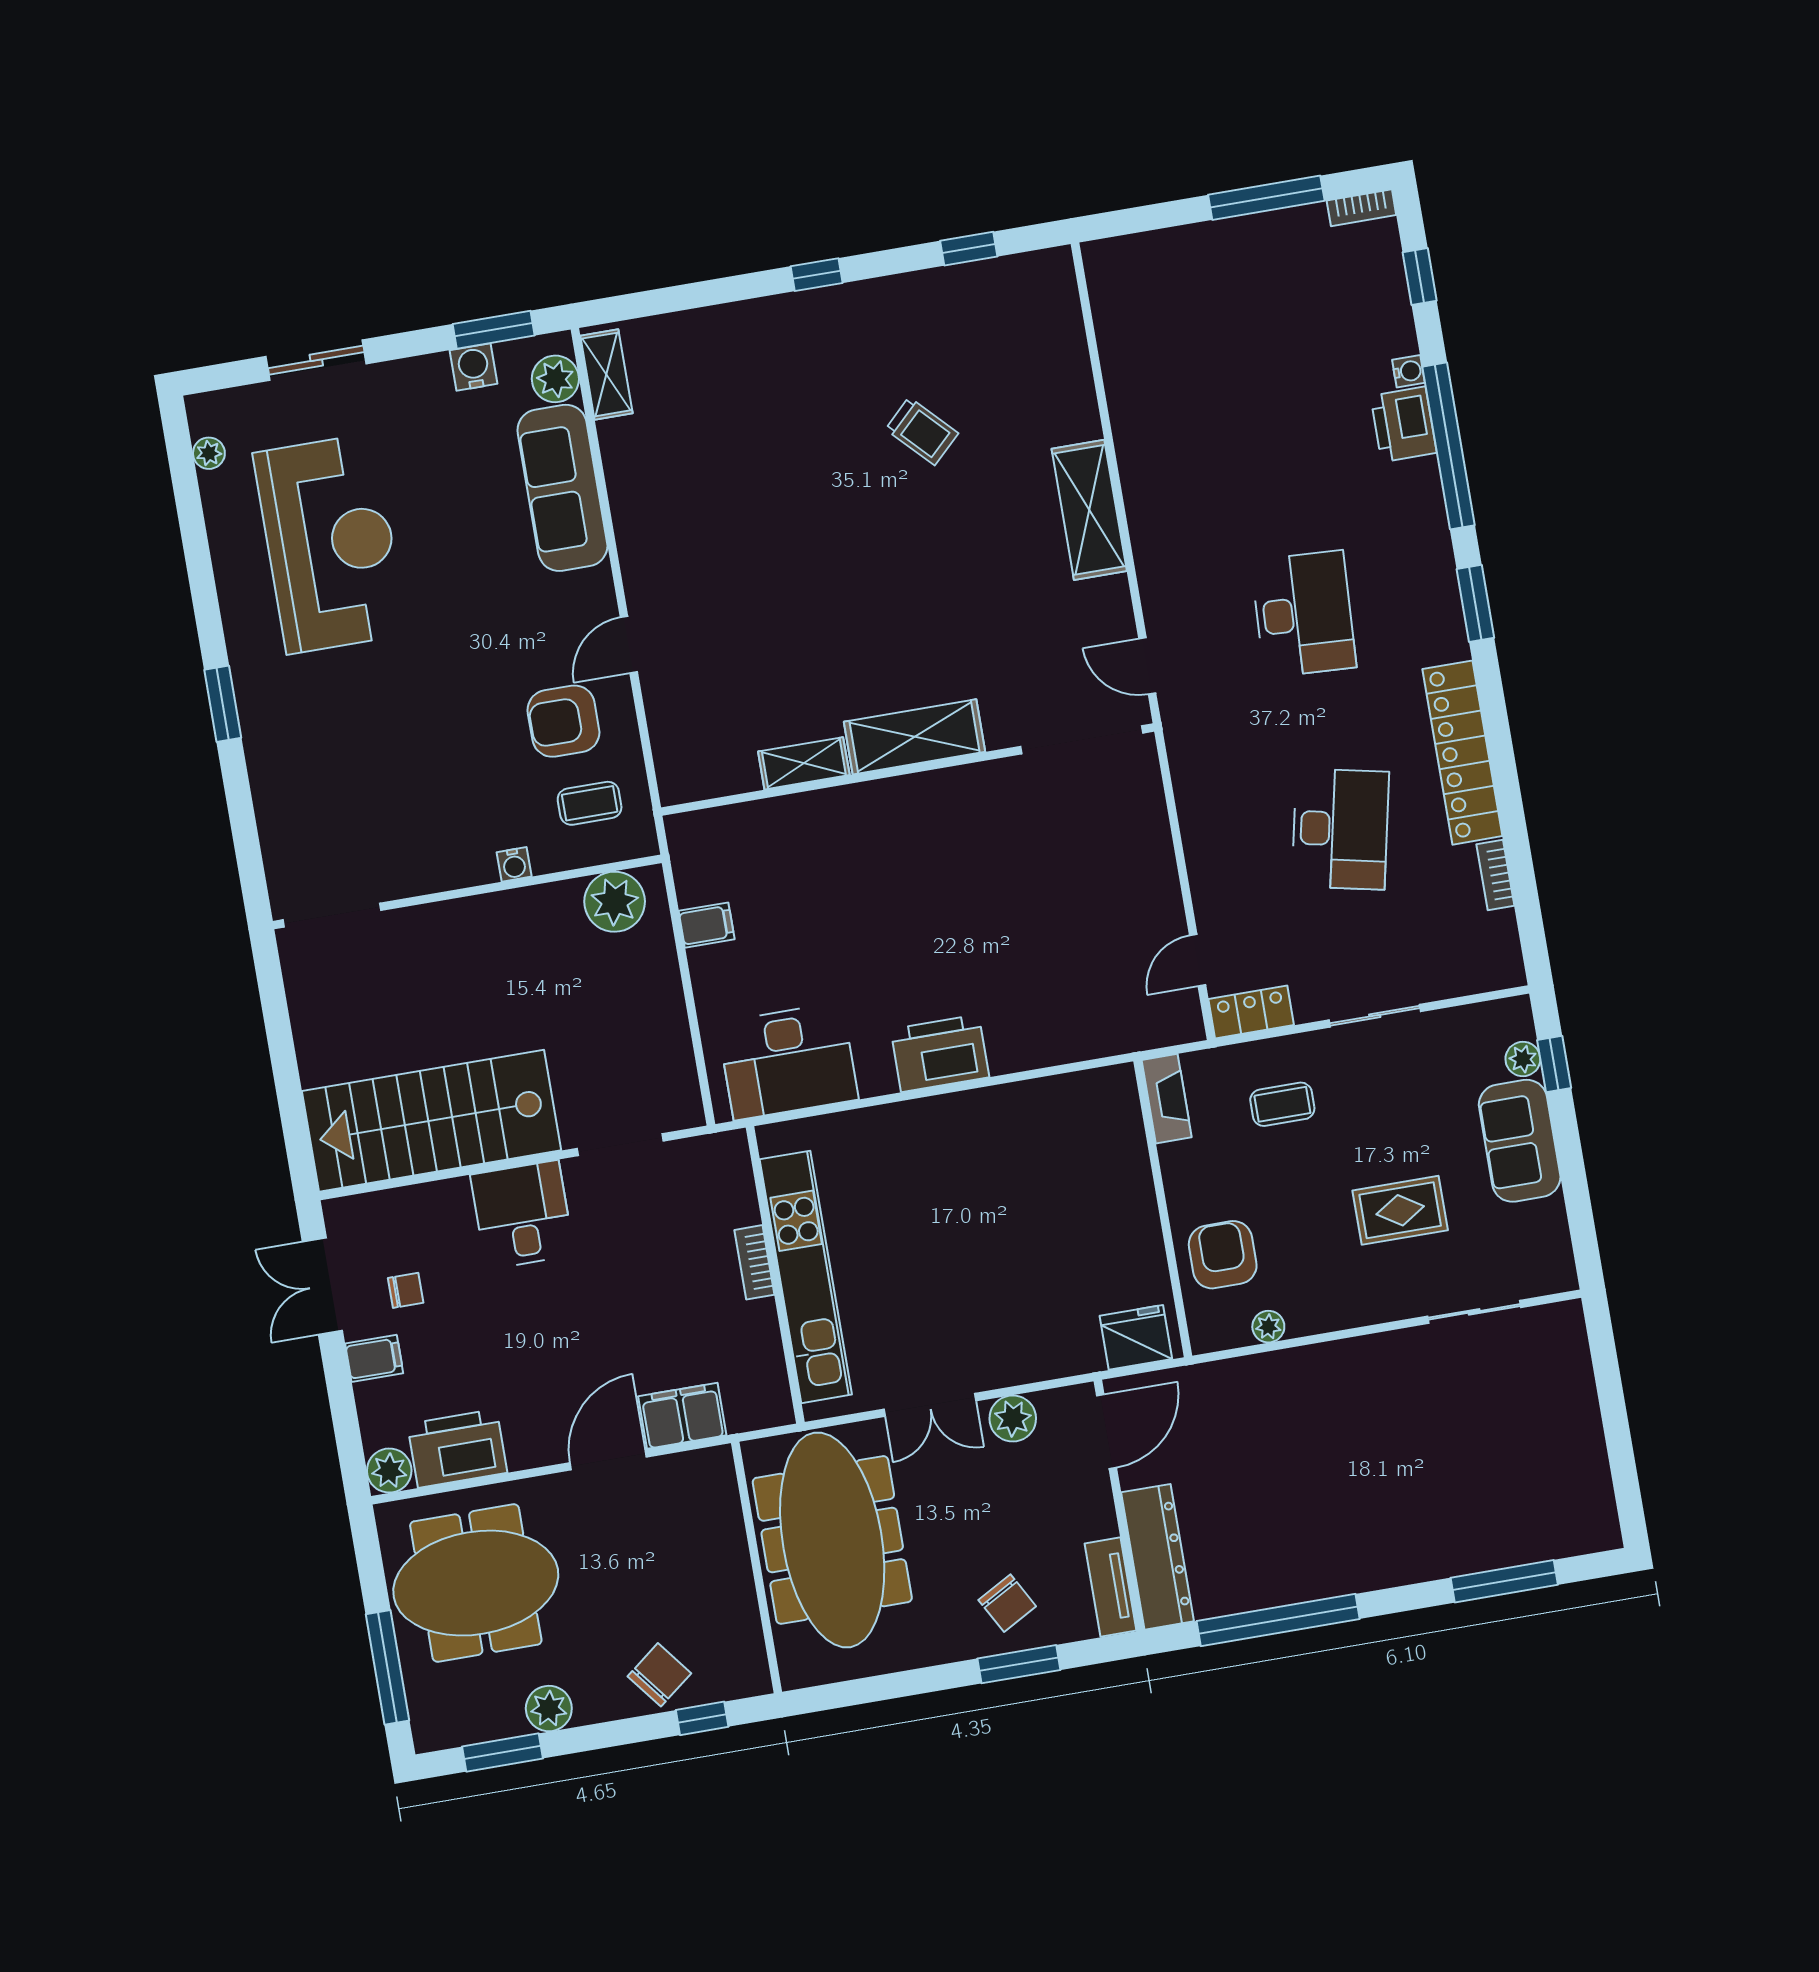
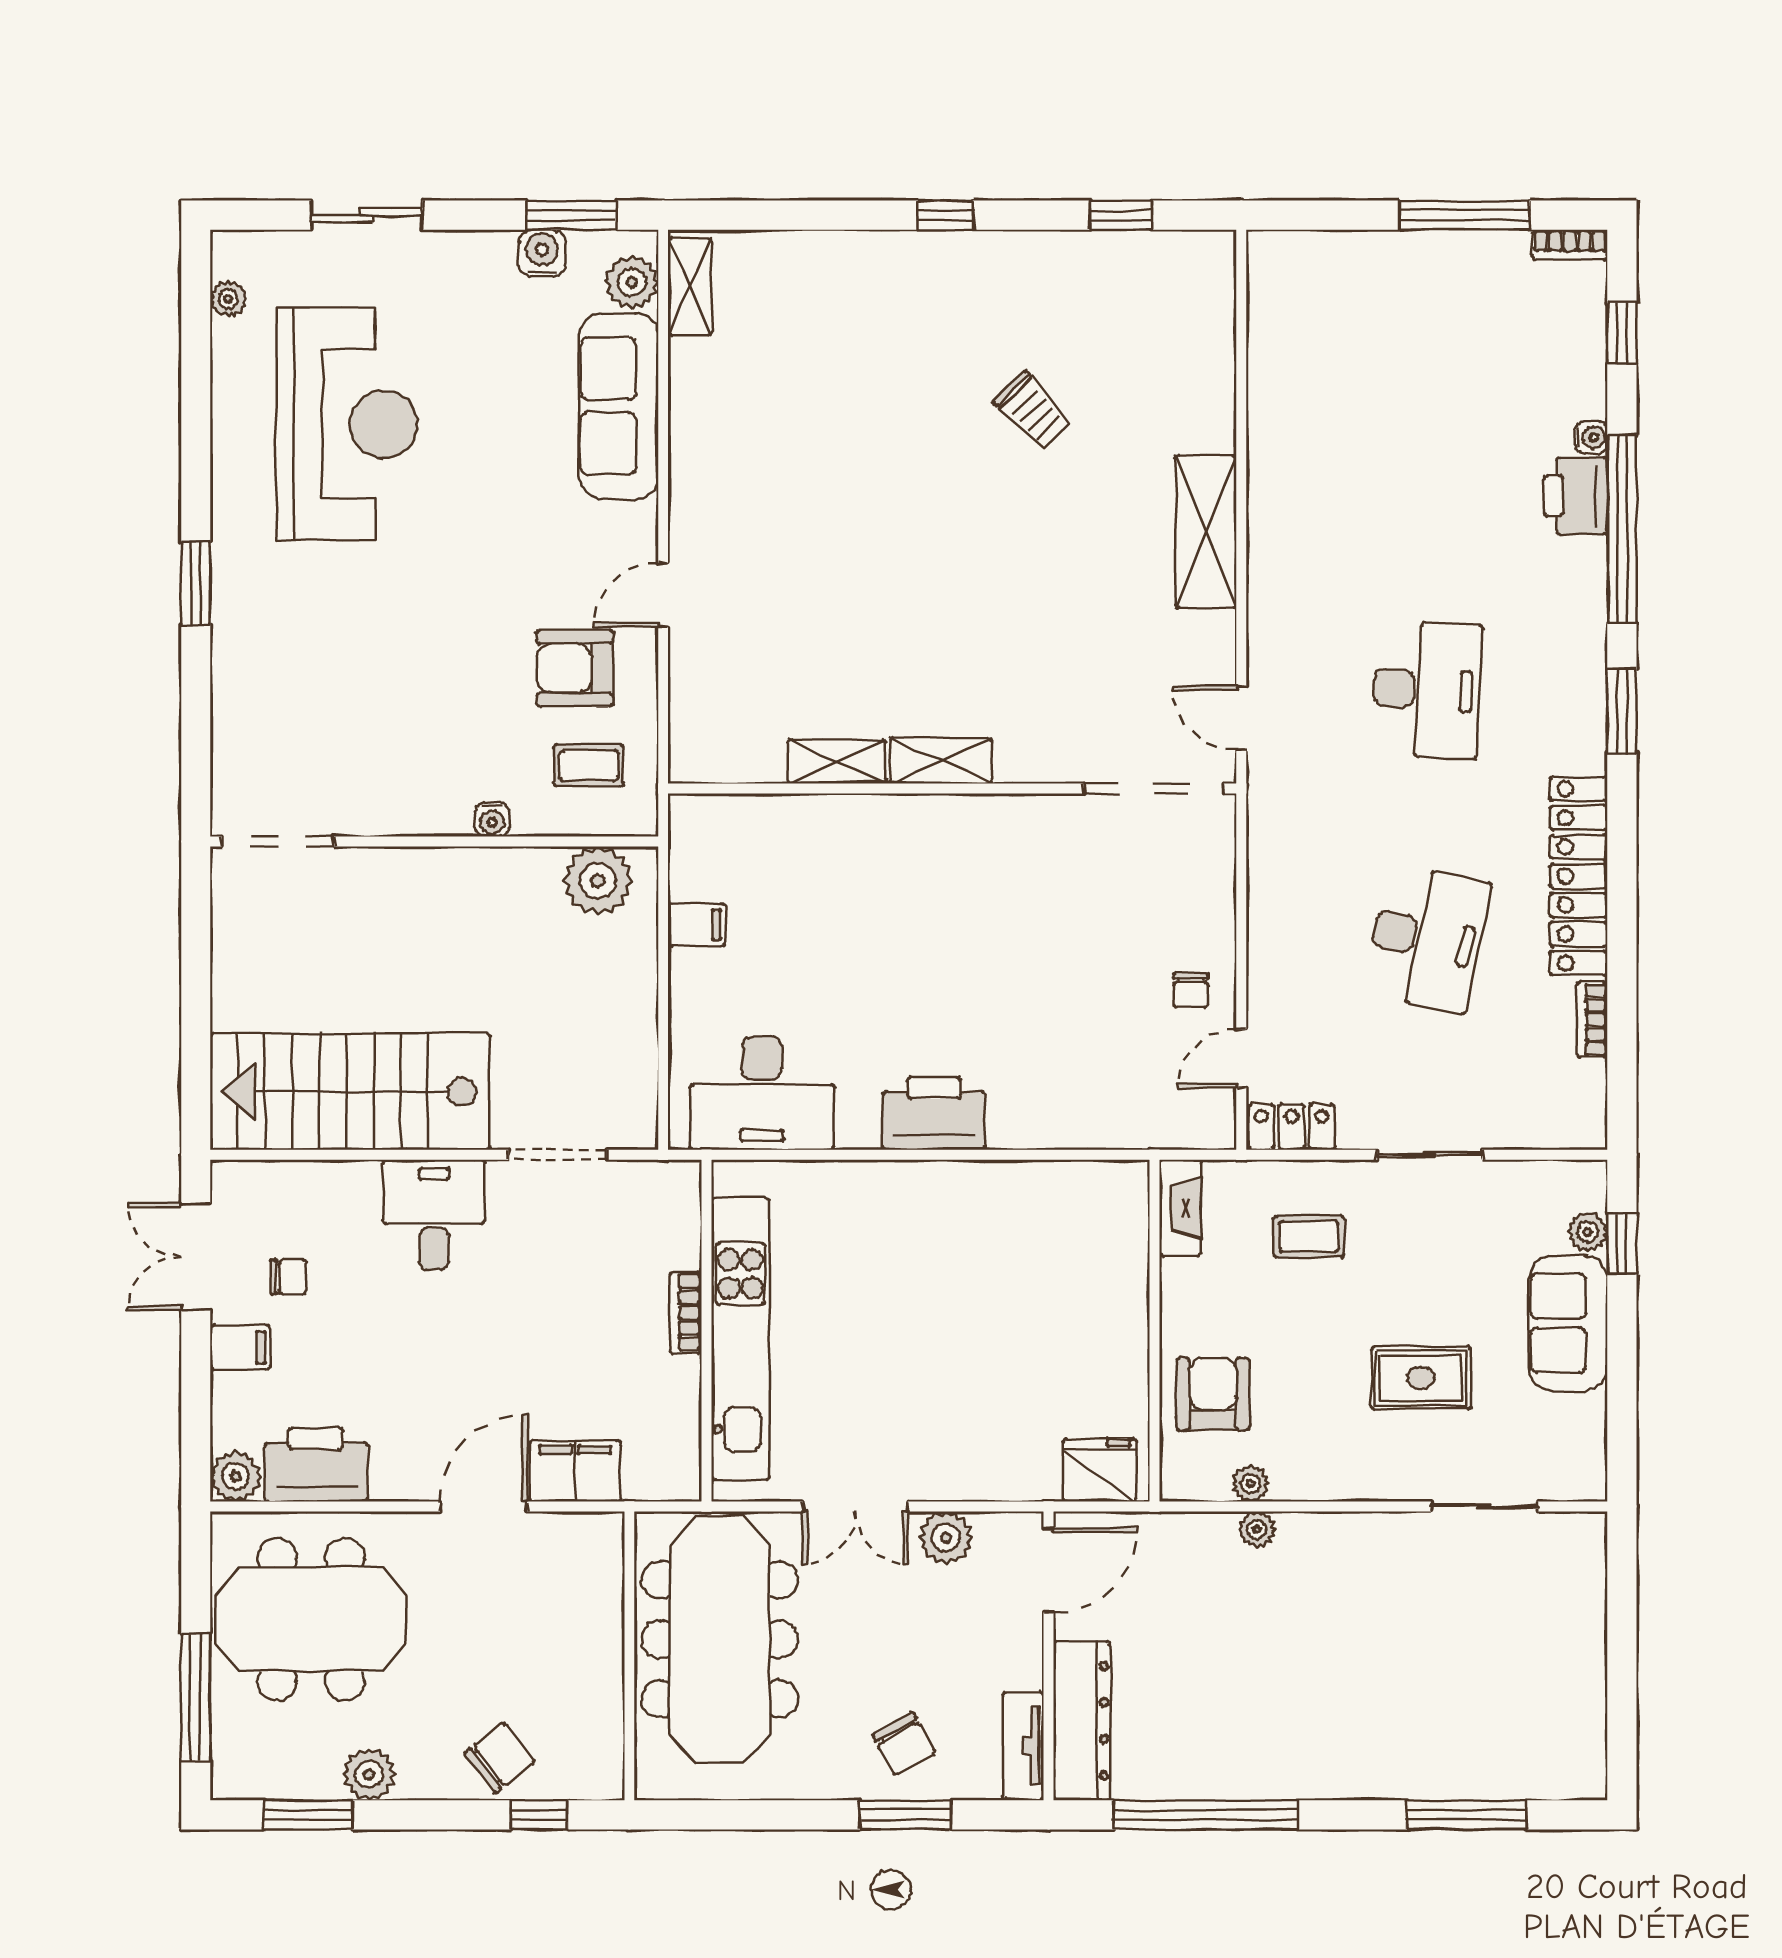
shelving: (915, 737) -> (941, 761), width x0.67, depth x0.75
chair: (1144, 909) -> (1191, 990), added
plant: (1281, 1365) -> (1257, 1529), added

